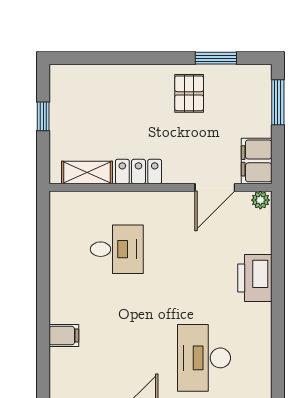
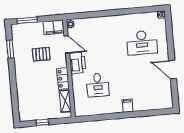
pallet: (189, 93) -> (41, 54), moved
desk: (117, 249) -> (98, 85), turned 180
printer: (255, 278) -> (78, 63), moved, turned -90
filing cabinet: (64, 336) -> (128, 106), moved

